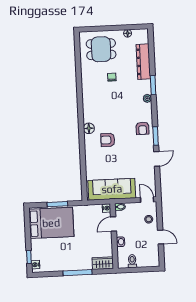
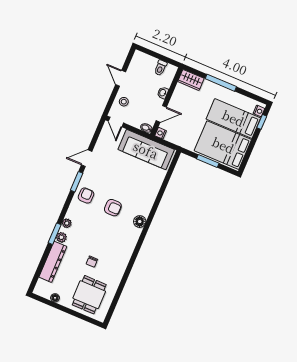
dining table: (101, 49) -> (89, 295), turned 90
plant: (146, 85) -> (61, 237), added
armchair: (108, 140) -> (113, 208), moved
bed: (53, 249) -> (233, 118), added

